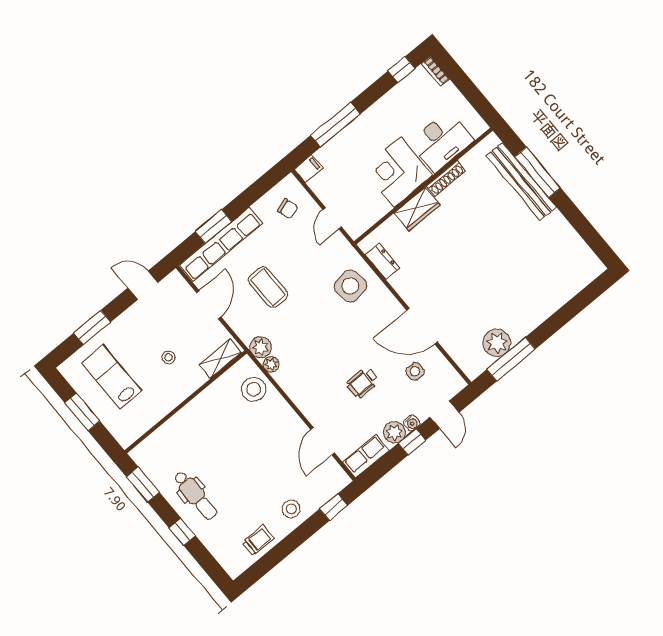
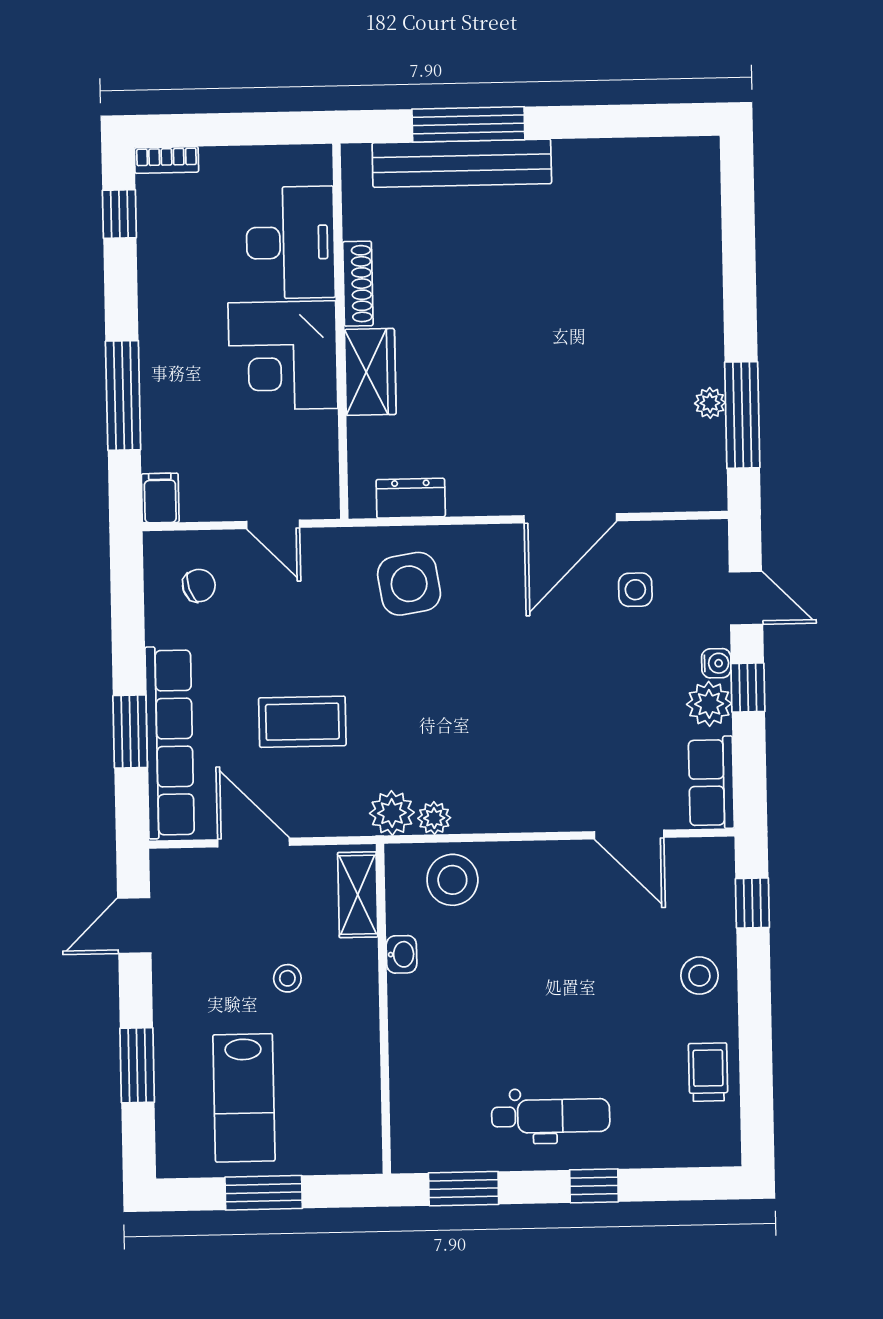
plant: (497, 343) -> (710, 403), width x0.53, depth x0.53
lab bench: (112, 377) -> (244, 1098), turned -90
wheelchair: (363, 382) -> (585, 691), removed
washbasin: (211, 392) -> (401, 954), added

